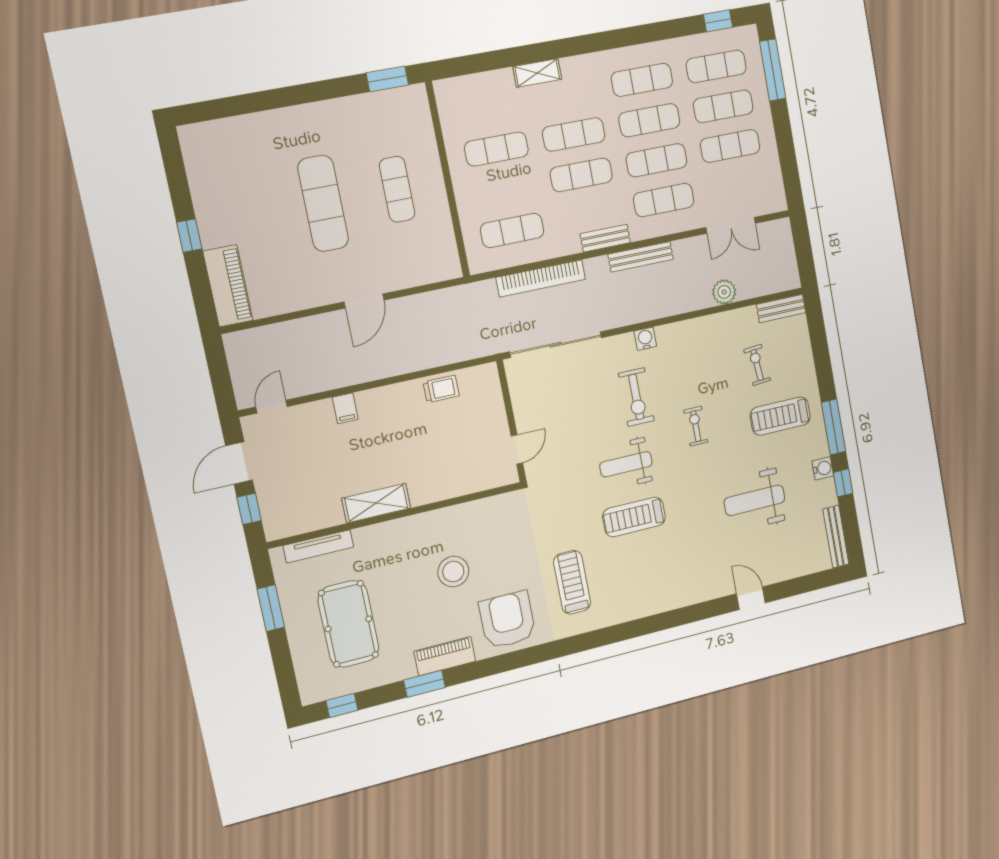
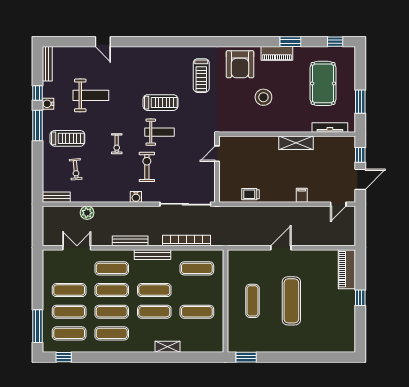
bench: (605, 238) -> (152, 255), width x1.36

